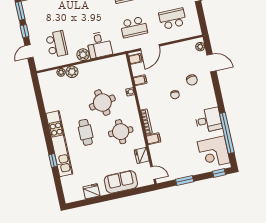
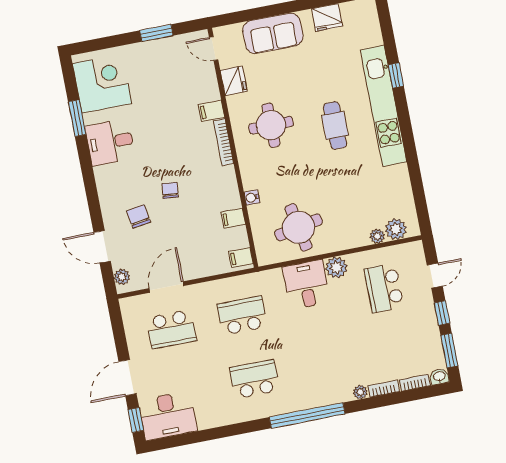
door: (150, 47) -> (167, 287), moved
plant: (72, 72) -> (396, 229), moved
round table: (102, 103) -> (299, 227), moved
window: (227, 133) -> (77, 118), width x0.47
window: (219, 173) -> (93, 45), removed

